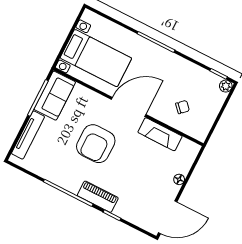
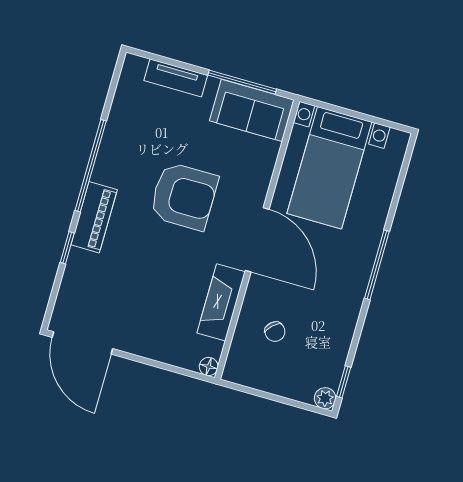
tv unit: (28, 135) -> (176, 78), width x0.71
armchair: (96, 144) -> (184, 196), turned 180
floor lamp: (179, 179) -> (209, 367), moved

